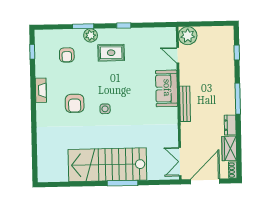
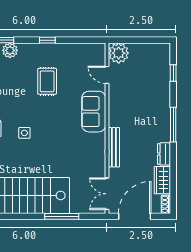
rug: (111, 53) -> (47, 81), moved, turned 90
bench: (185, 104) -> (114, 147), moved
window: (122, 183) -> (62, 216), moved

